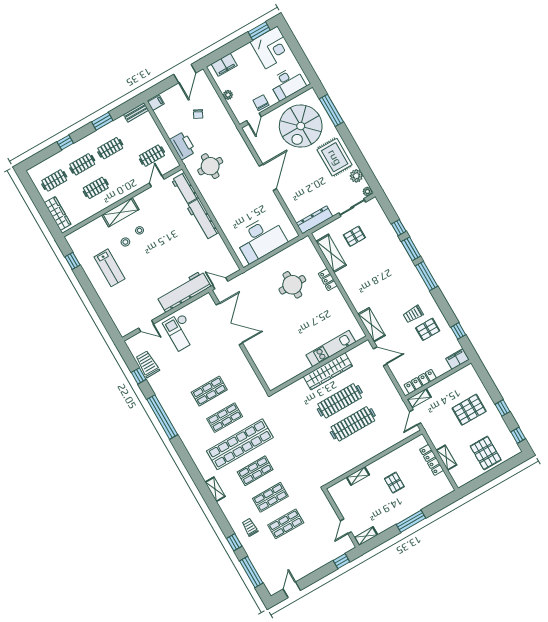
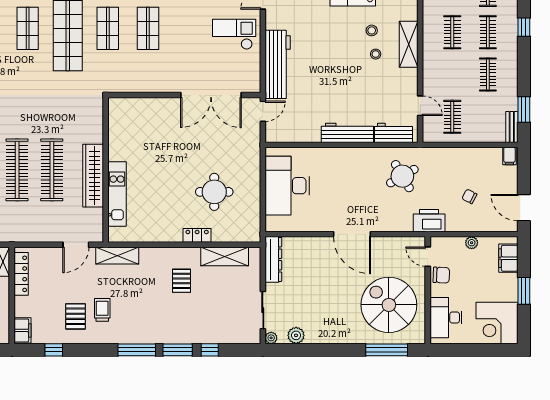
window: (259, 31) -> (524, 291), moved
window: (102, 121) -> (524, 109), moved
printer: (183, 146) -> (429, 221), moved, turned 180
rug: (335, 157) -> (331, 323), removed
round table: (210, 166) -> (402, 176), turned -30
pallet: (354, 236) -> (182, 281), moved

